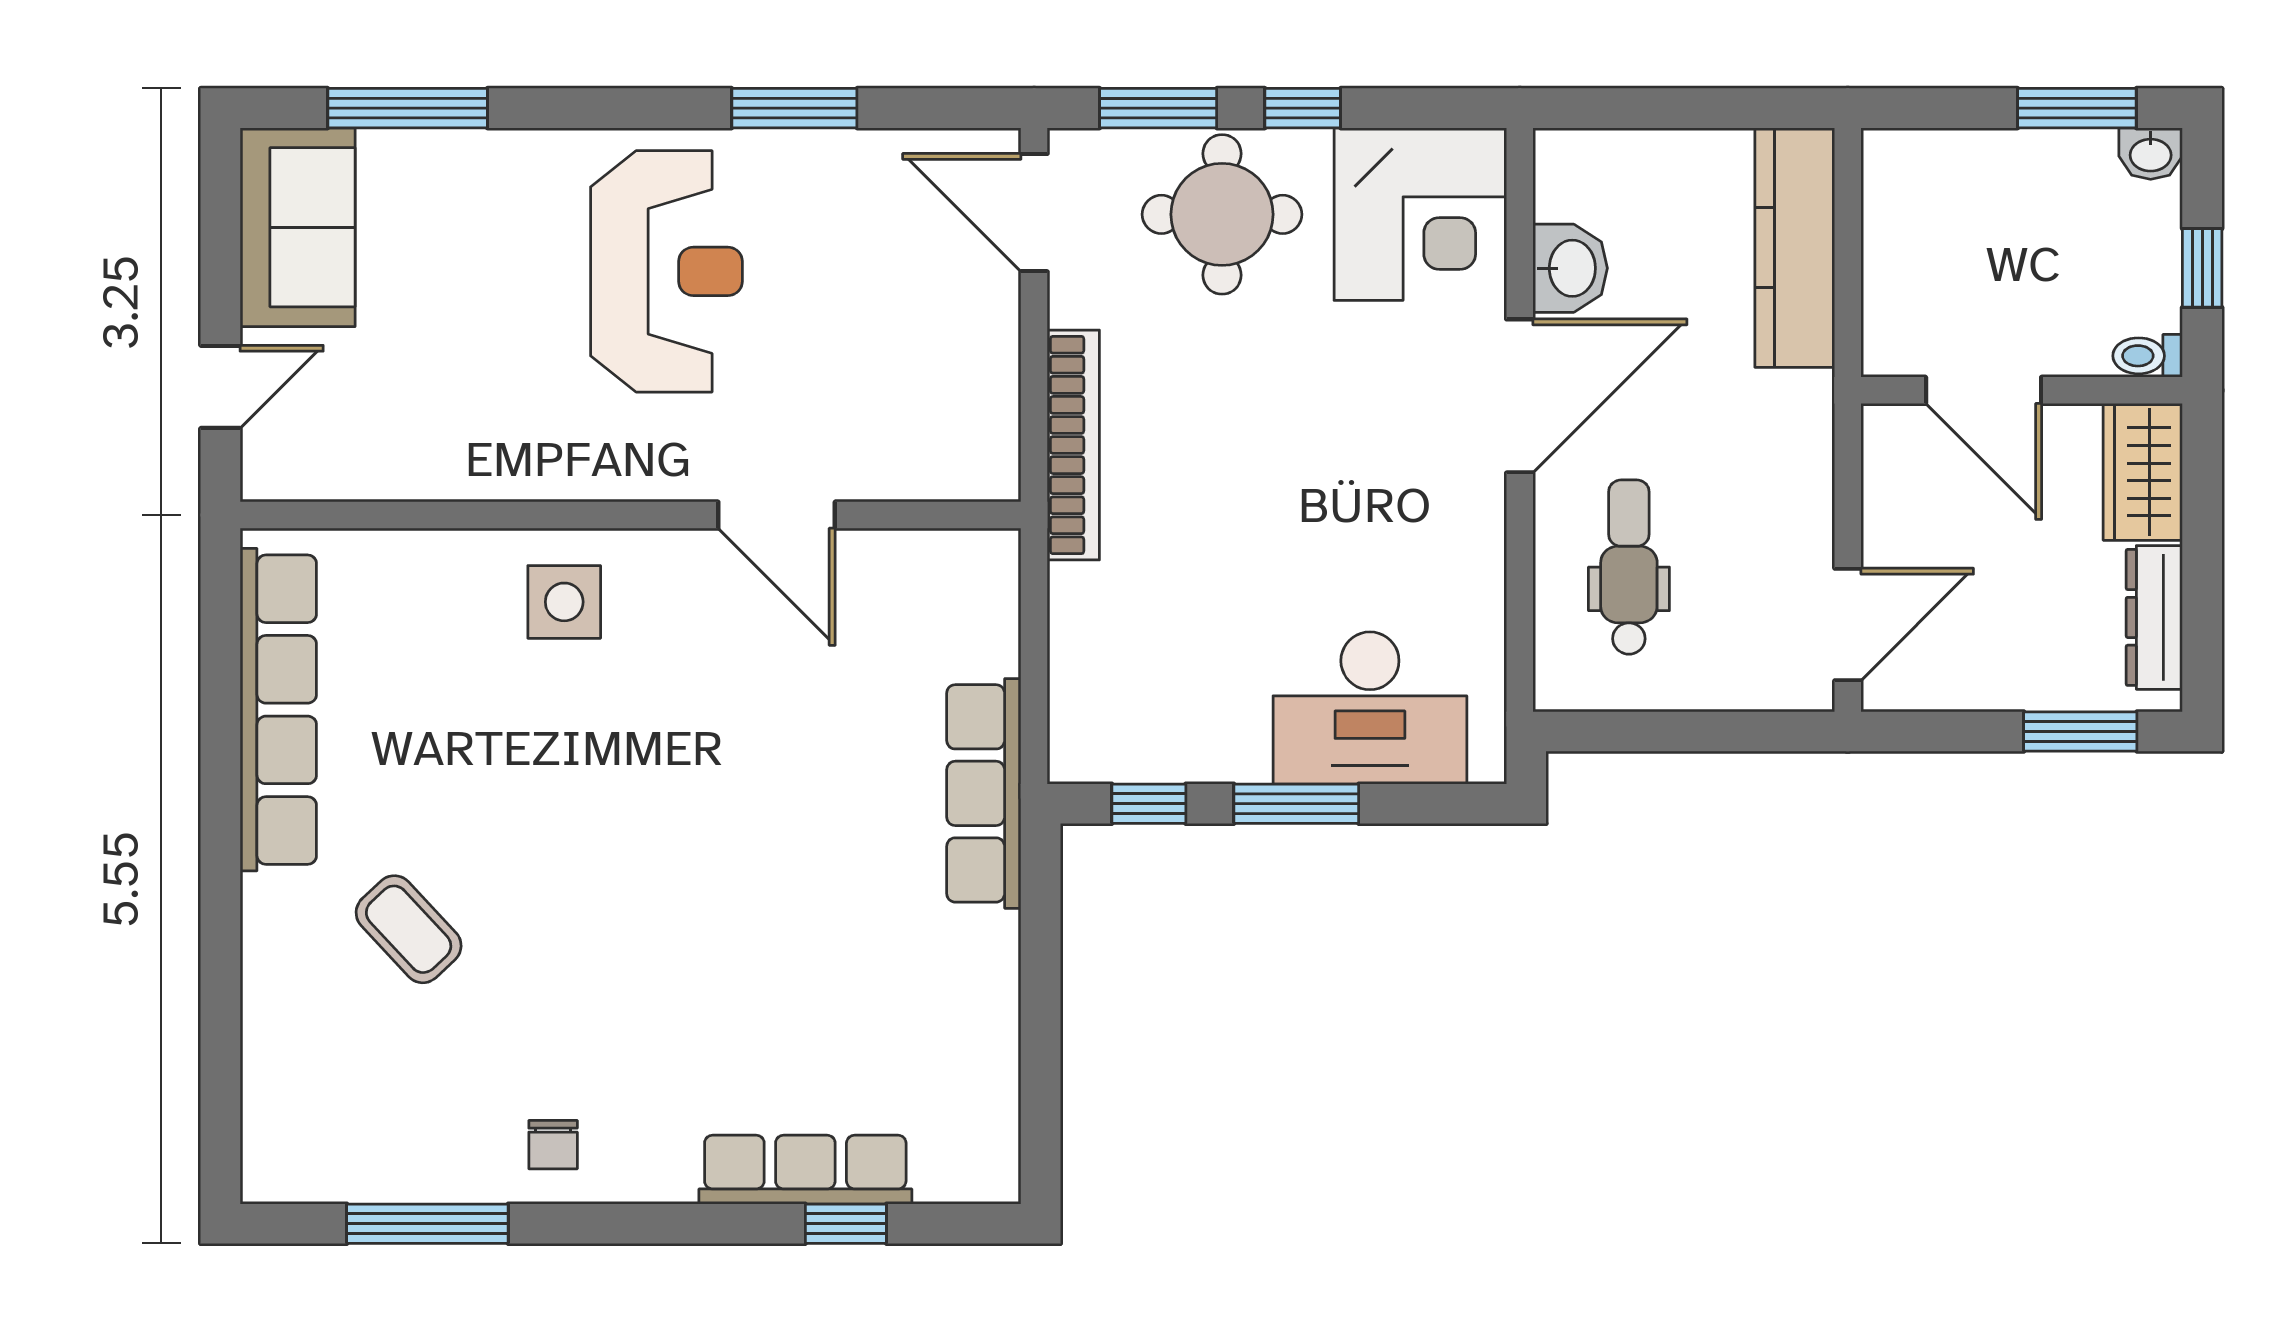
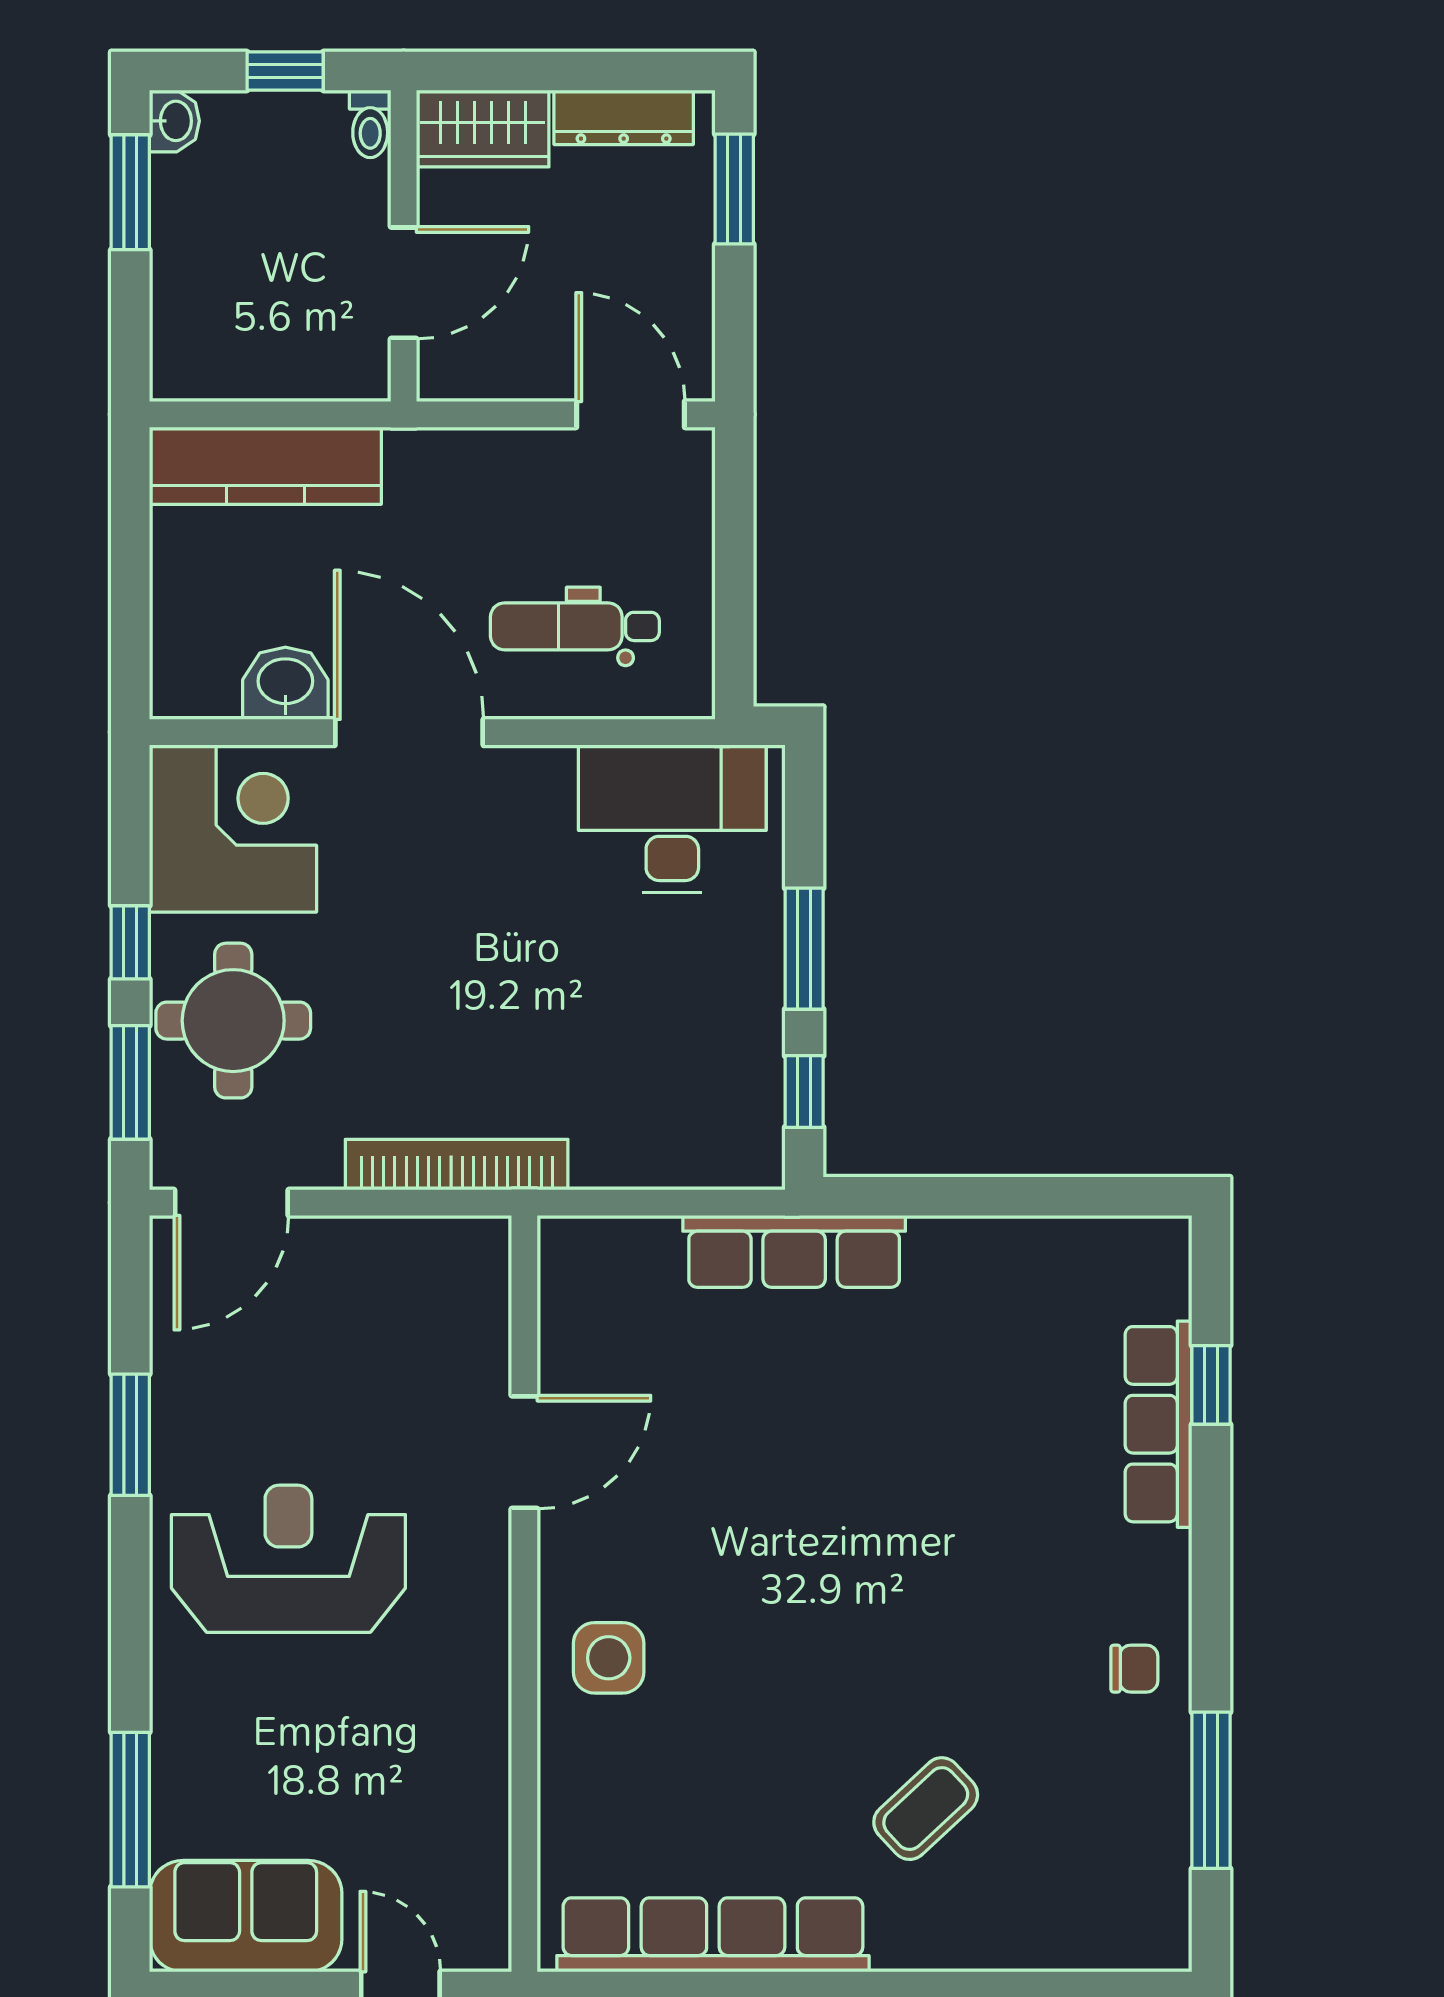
desk: (1370, 708) -> (672, 819), moved, turned -90

